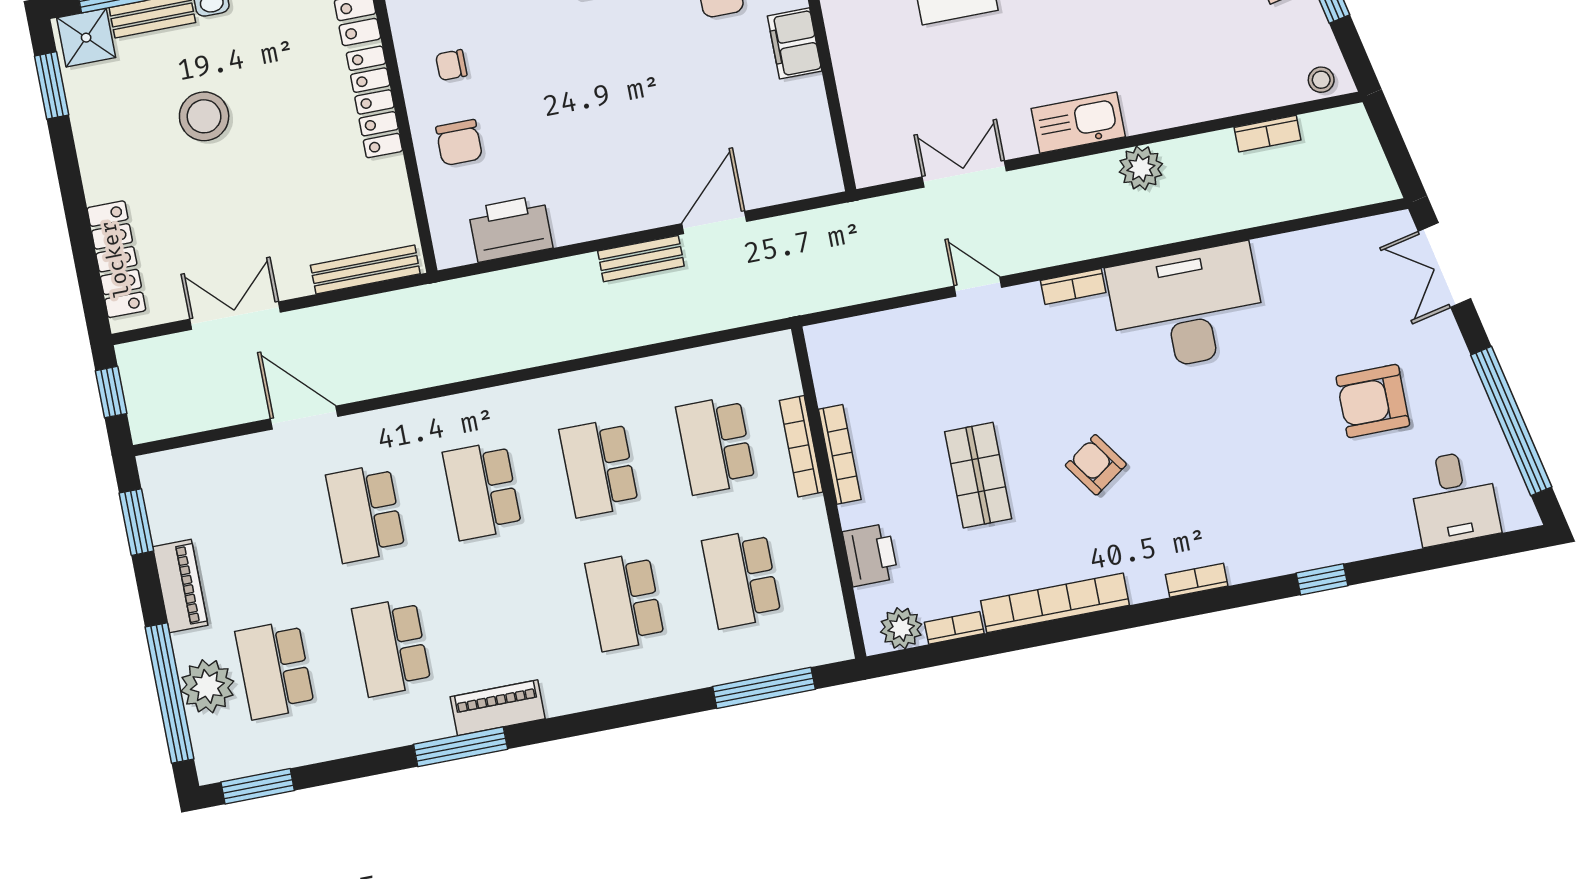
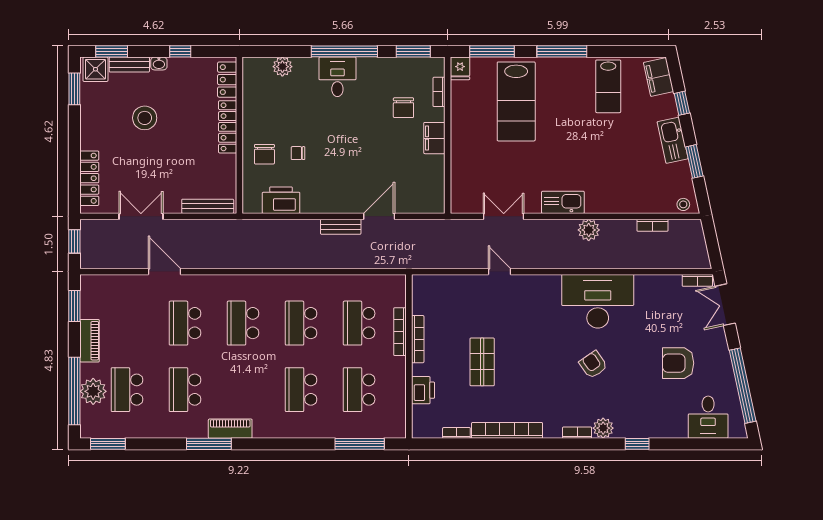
chair: (451, 65) -> (298, 153), moved
bookcase: (1073, 287) -> (697, 280), moved
armchair: (1096, 465) -> (593, 365), moved
plant: (901, 628) -> (603, 428), moved

